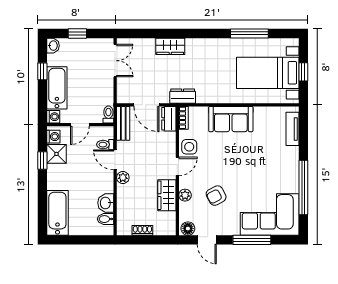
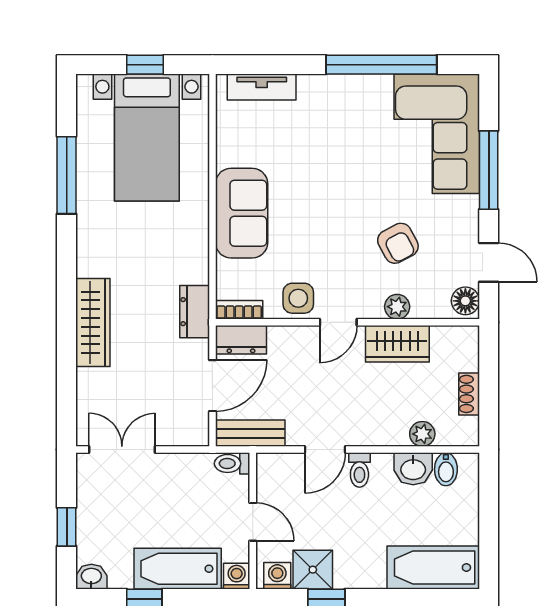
wardrobe: (170, 46) -> (93, 322), width x1.50
toilet: (105, 145) -> (359, 470), moved
door: (177, 166) -> (338, 322), swing flipped
plant: (123, 178) -> (422, 434), moved
door: (207, 240) -> (489, 262), hinge flipped

